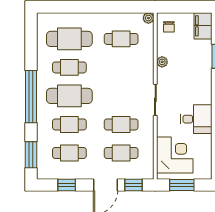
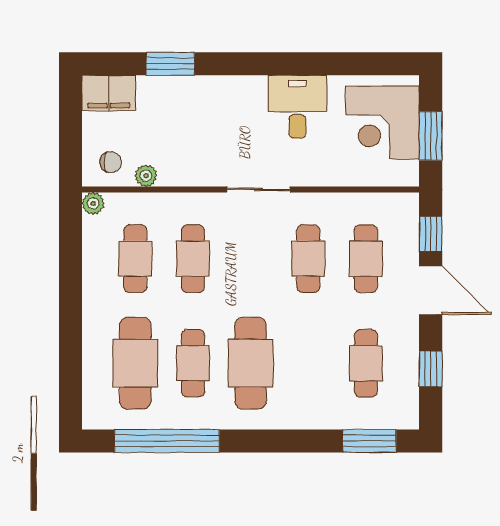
plant: (162, 62) -> (146, 176), moved
window: (31, 97) -> (167, 441), moved
cafe table: (69, 124) -> (193, 259), moved
corner desk: (175, 155) -> (383, 123), moved, turned -90

